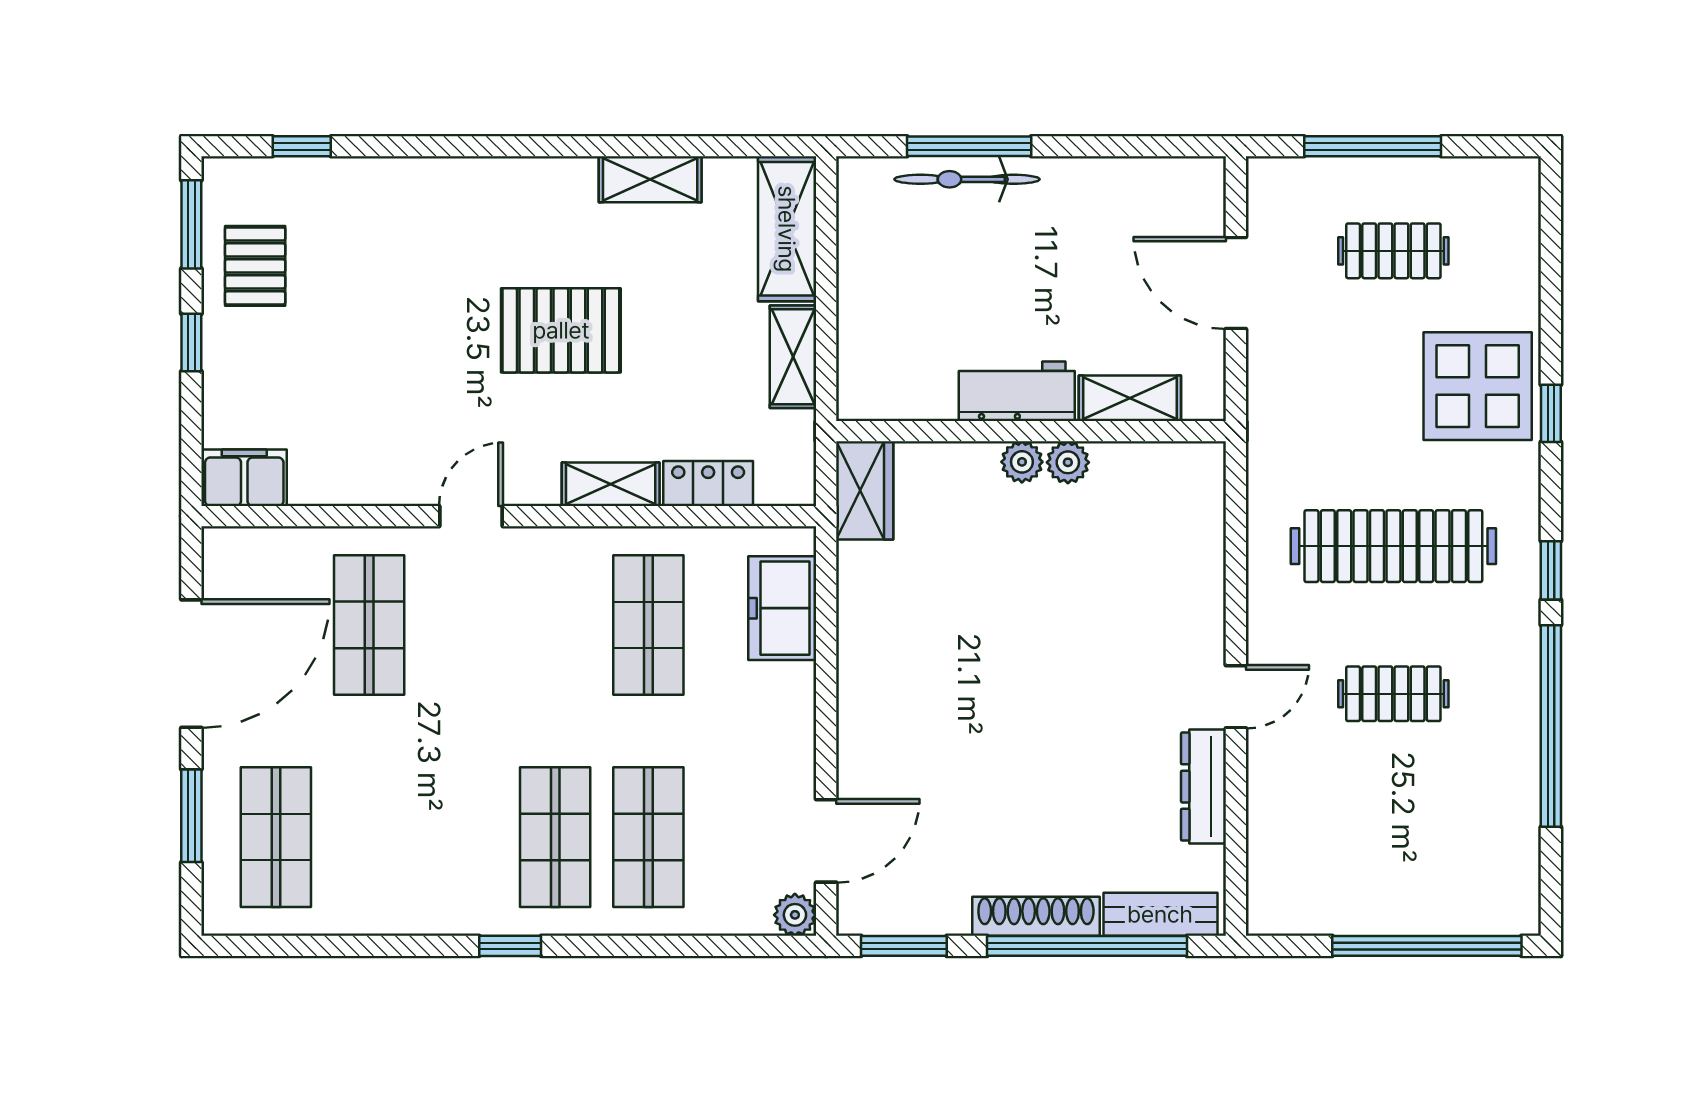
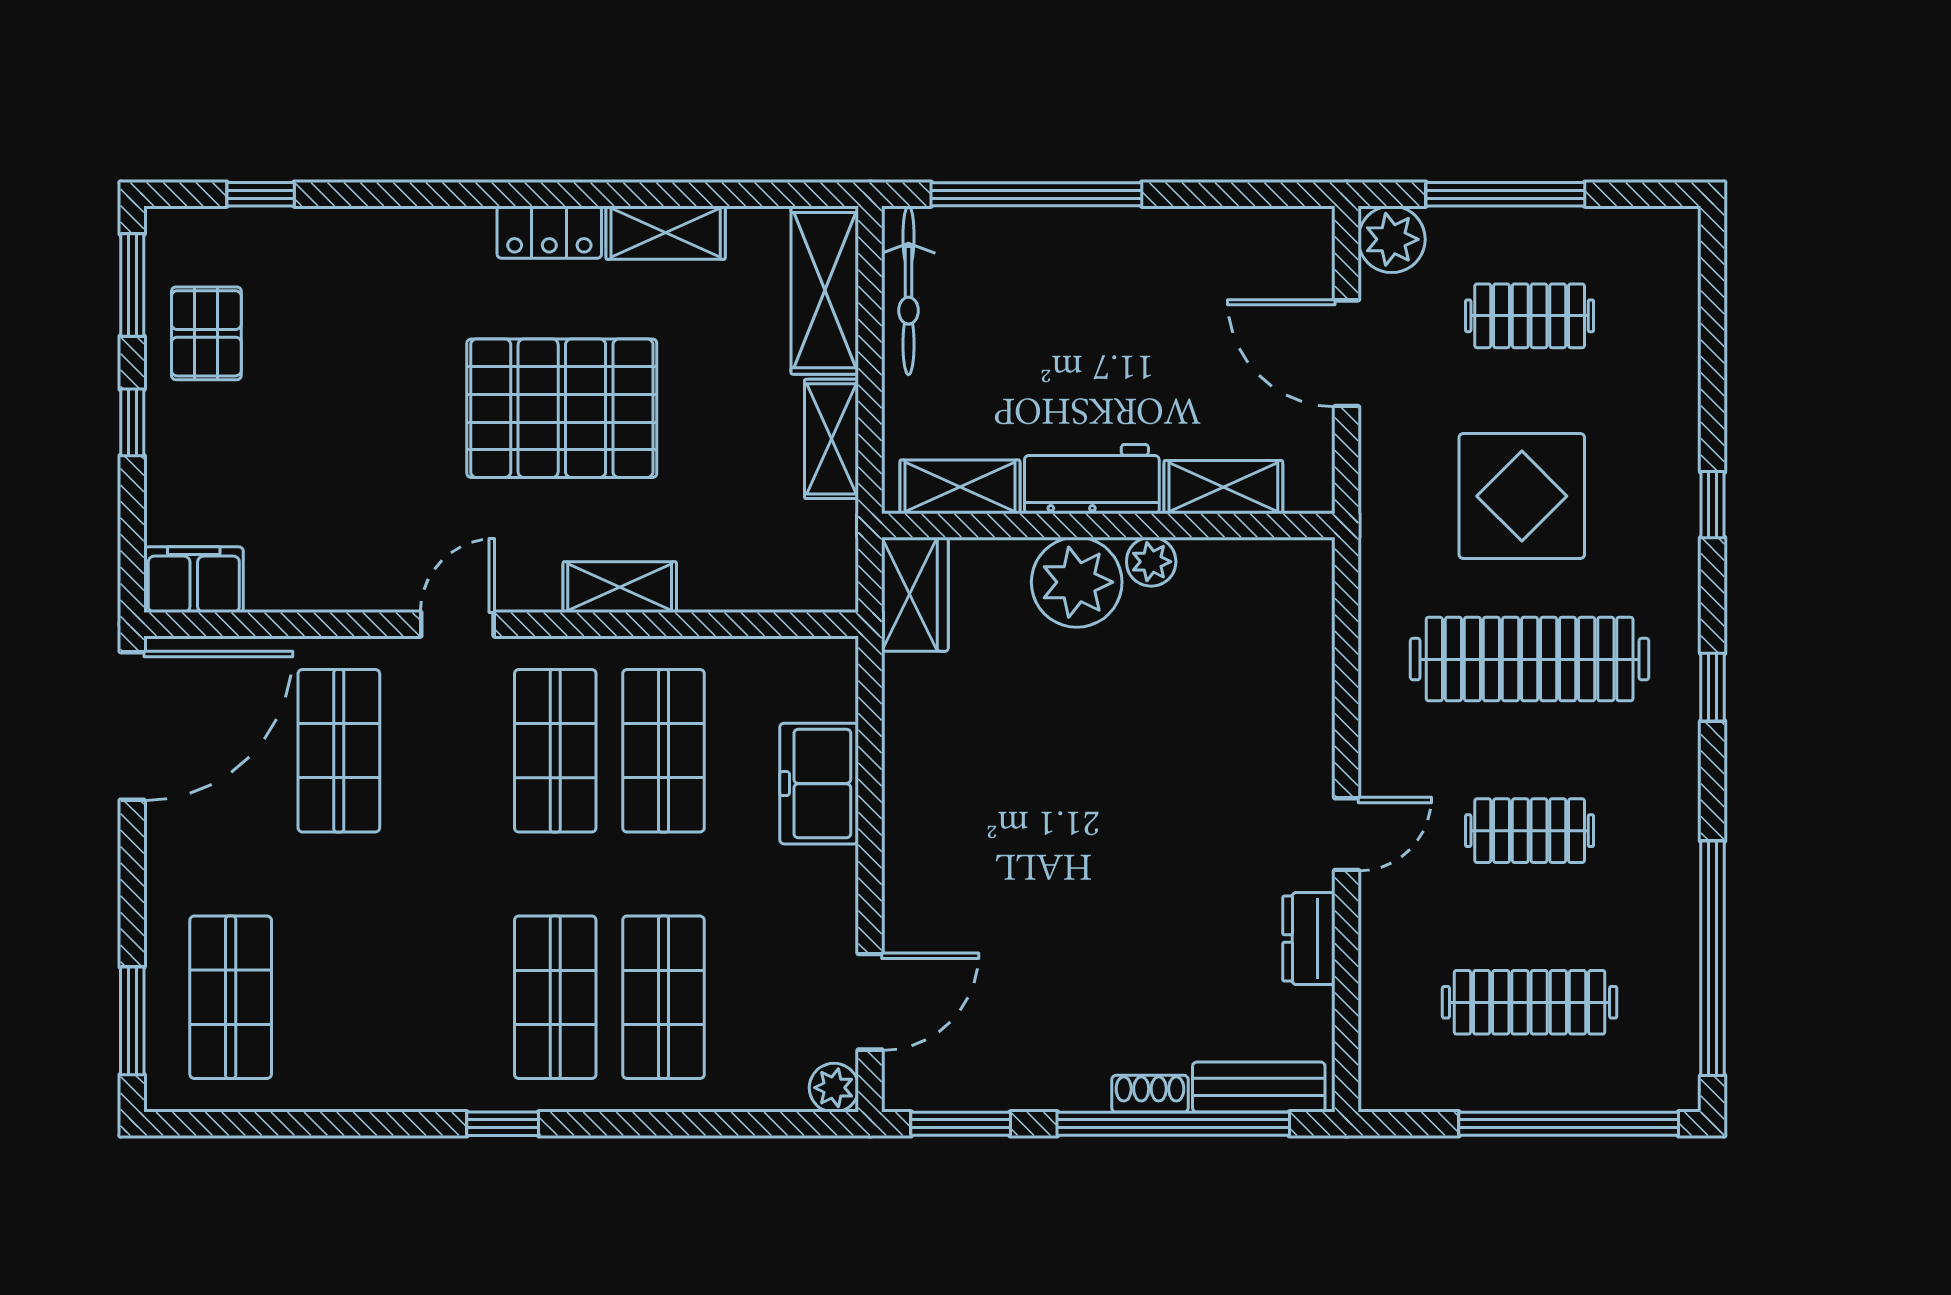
window: (969, 146) -> (1036, 194), width x1.46
bicycle: (967, 179) -> (908, 290), moved, turned -90
plant: (1275, 185) -> (1392, 239), added
pallet: (561, 330) -> (562, 408), width x1.37, depth x1.41
display table: (1478, 386) -> (1522, 496), moved
shelving: (903, 398) -> (960, 487), added
plant: (1022, 462) -> (1077, 582), width x1.87, depth x1.87
locker: (708, 484) -> (549, 232), moved, turned 180
freezer: (782, 608) -> (819, 784), moved
shop shelf: (555, 625) -> (555, 751), added
door: (191, 664) -> (132, 726), moved
window: (1551, 726) -> (1713, 958), moved
dresser: (1204, 787) -> (1309, 939), width x0.70
window: (191, 816) -> (132, 1021), moved
clothes rail: (1393, 841) -> (1530, 1002), added
shoe rack: (1036, 916) -> (1150, 1094), width x0.51, depth x0.81

